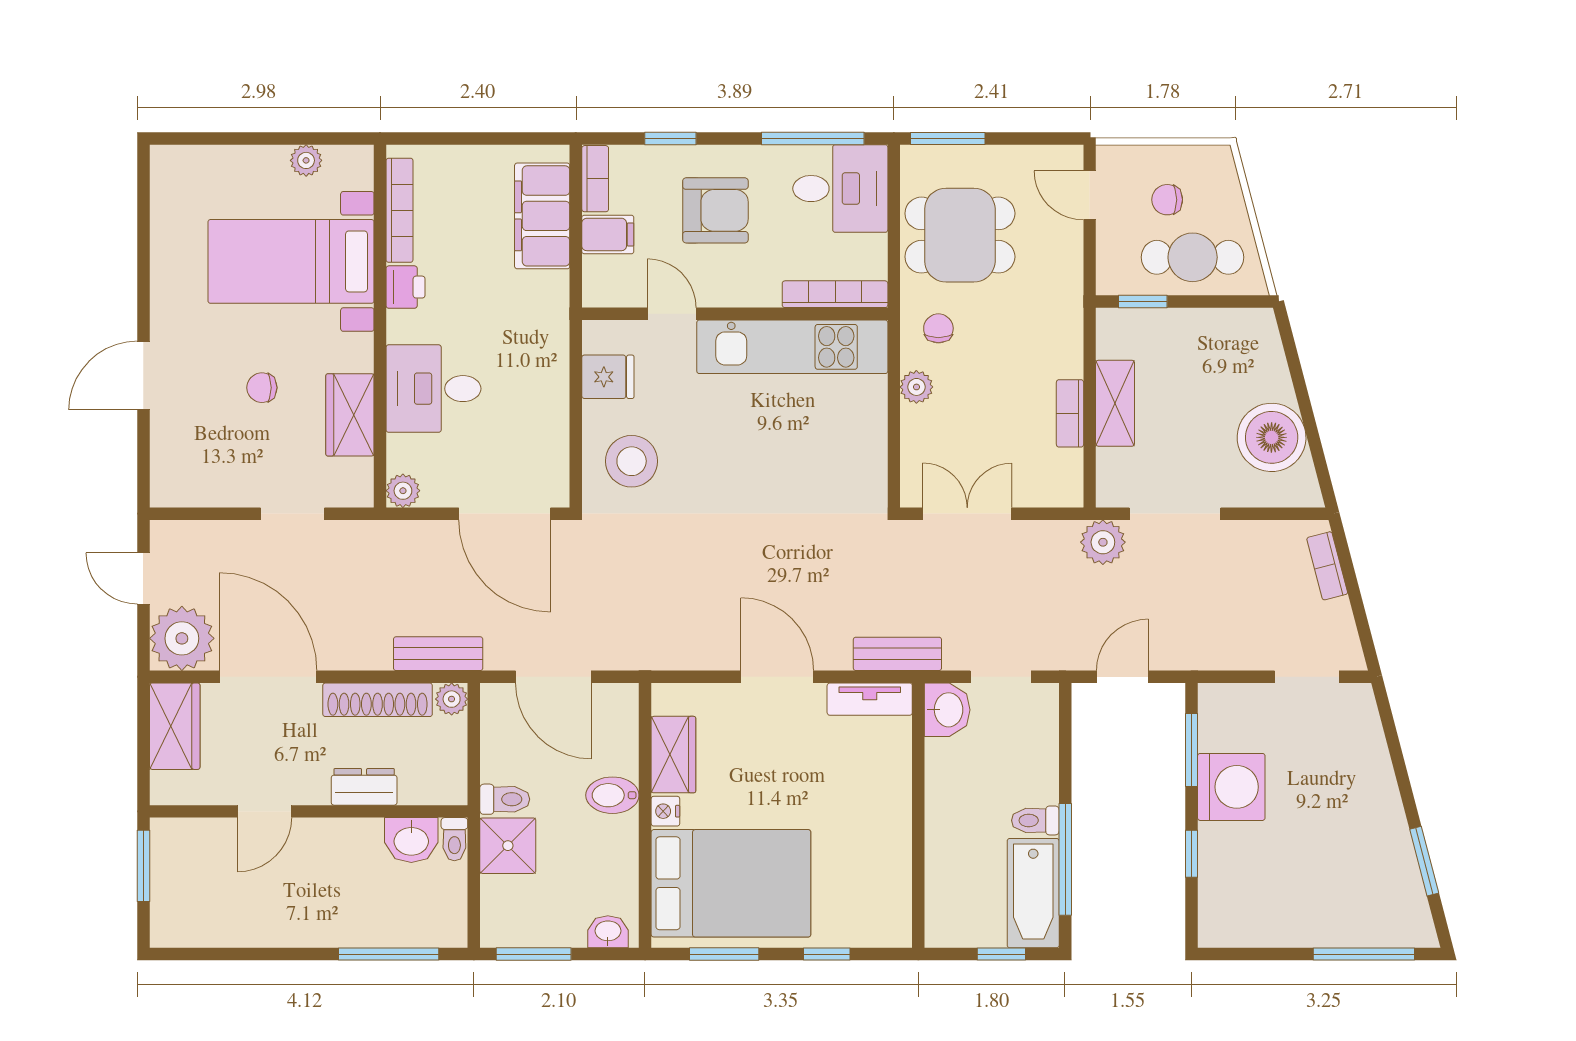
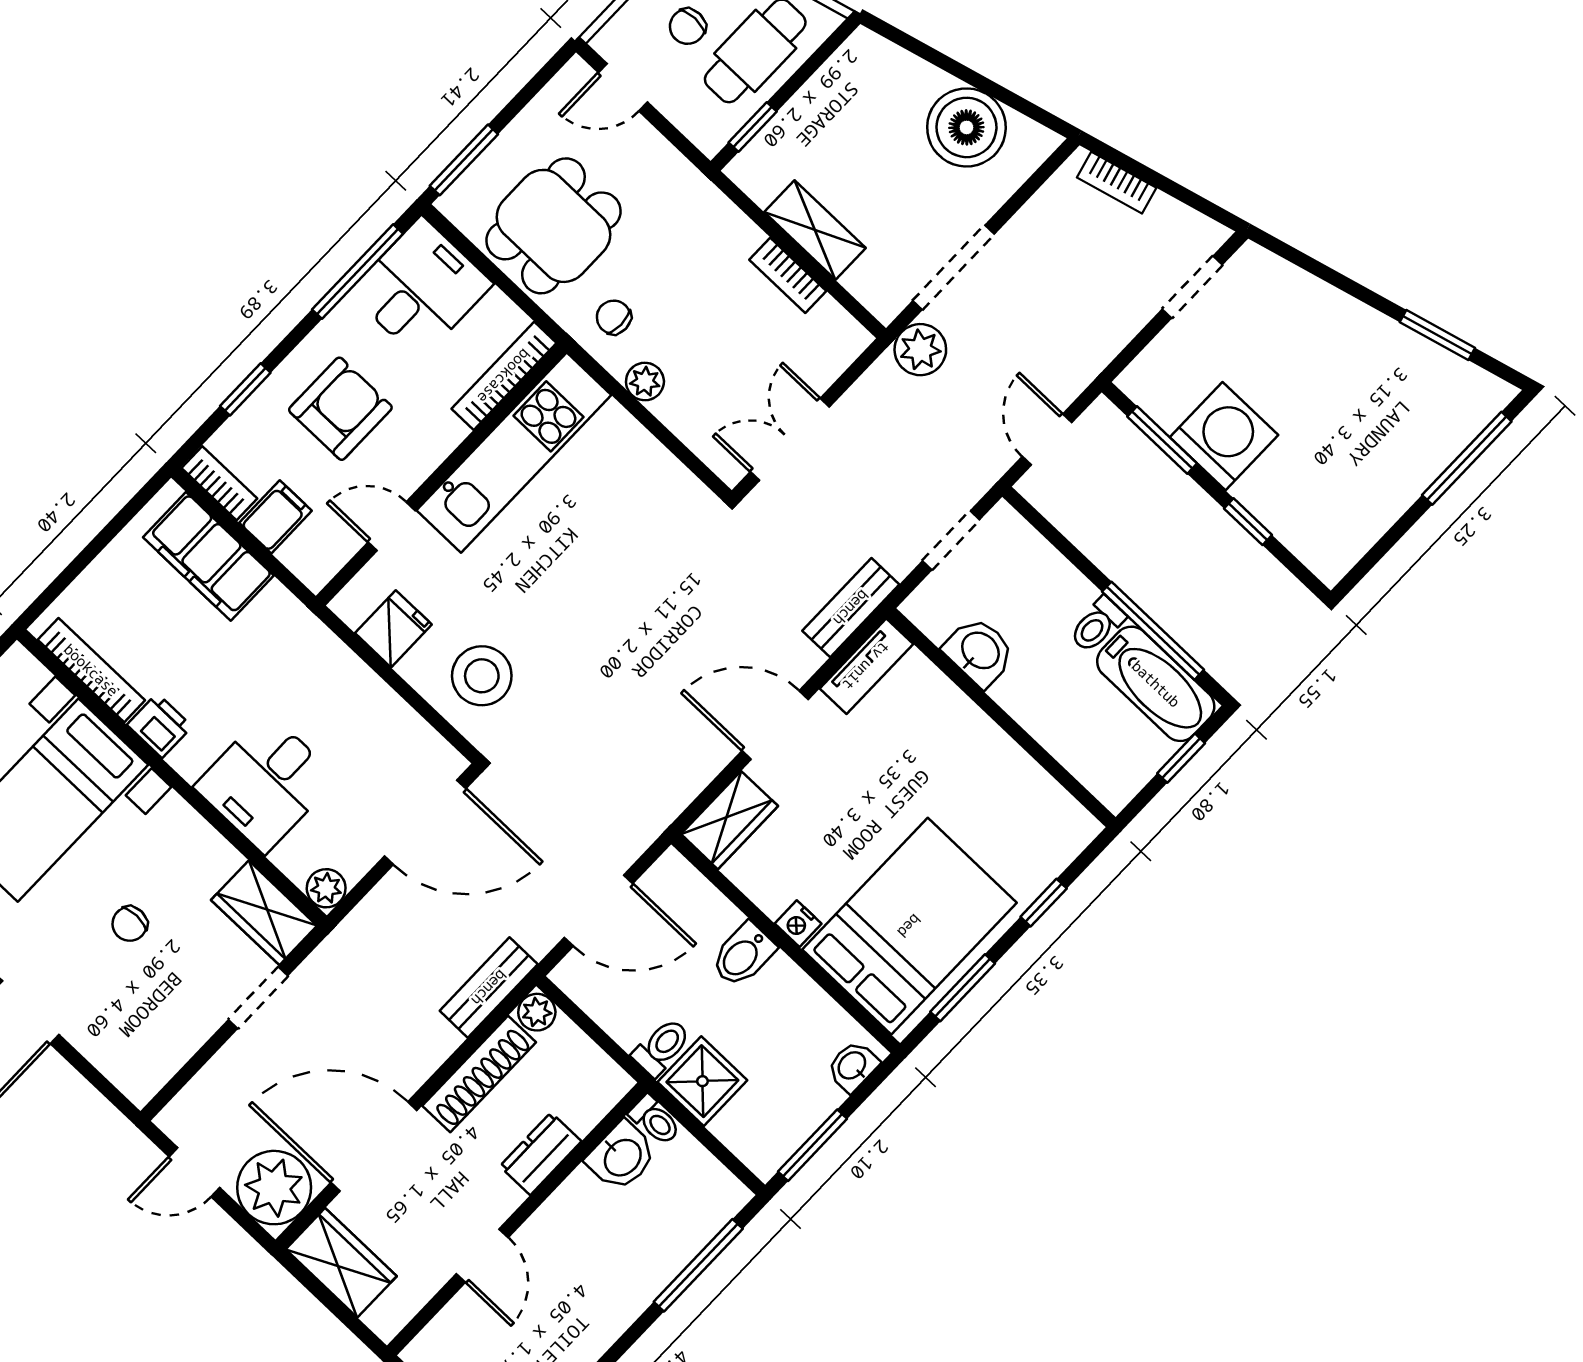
wardrobe: (350, 415) -> (264, 913), moved
washbasin: (947, 710) -> (979, 652), moved
wardrobe: (673, 755) -> (729, 820), moved, turned 90

